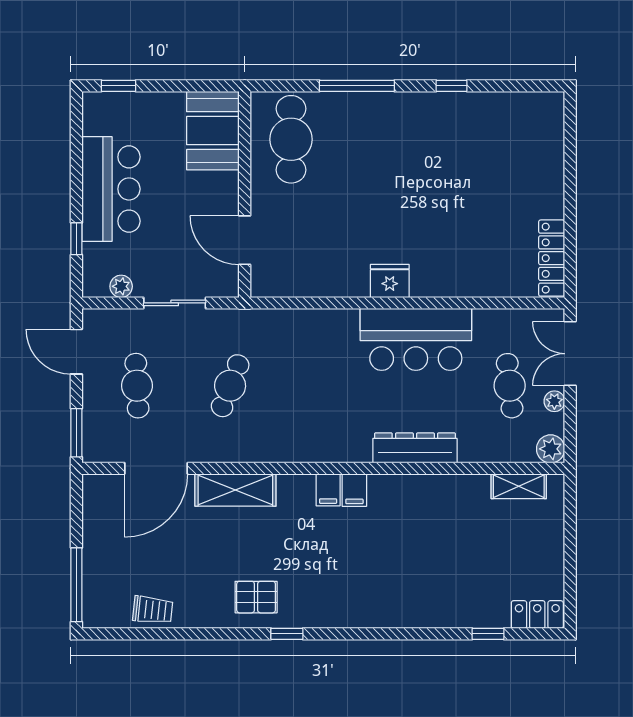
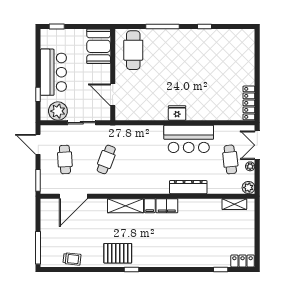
plant: (121, 286) -> (58, 111), width x1.87, depth x1.87
shelving: (235, 490) -> (125, 206), moved
filing cabinet: (354, 490) -> (167, 206), width x2.00
pallet: (256, 597) -> (118, 253), width x1.50, depth x1.42

